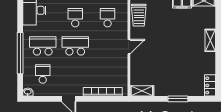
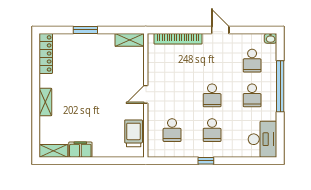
school desk: (43, 46) -> (252, 95), width x0.54
school desk: (75, 46) -> (212, 95), width x0.54
locker: (210, 85) -> (46, 53), width x1.53

